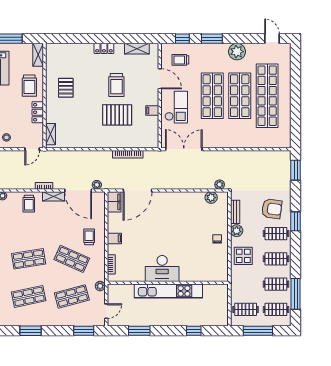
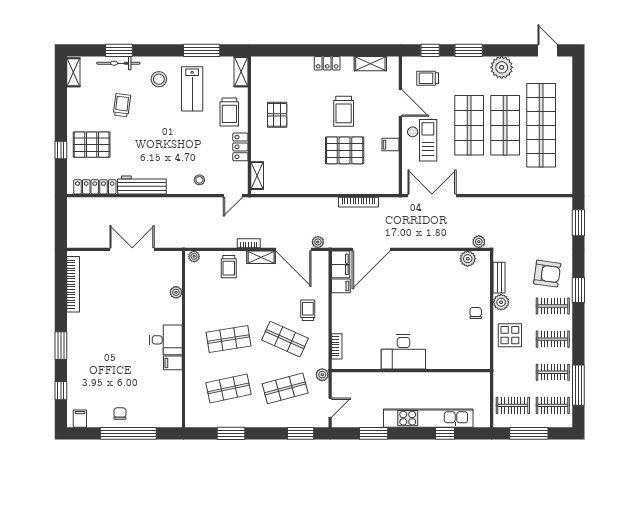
filing cabinet: (114, 238) -> (341, 286), moved
kitchen unit: (168, 291) -> (428, 418), moved, turned 180

